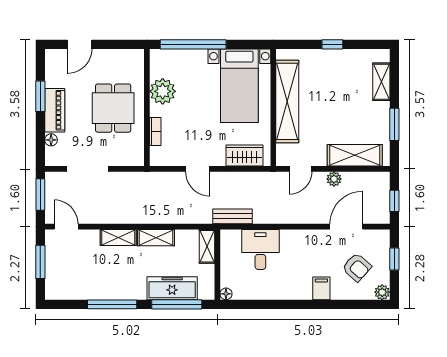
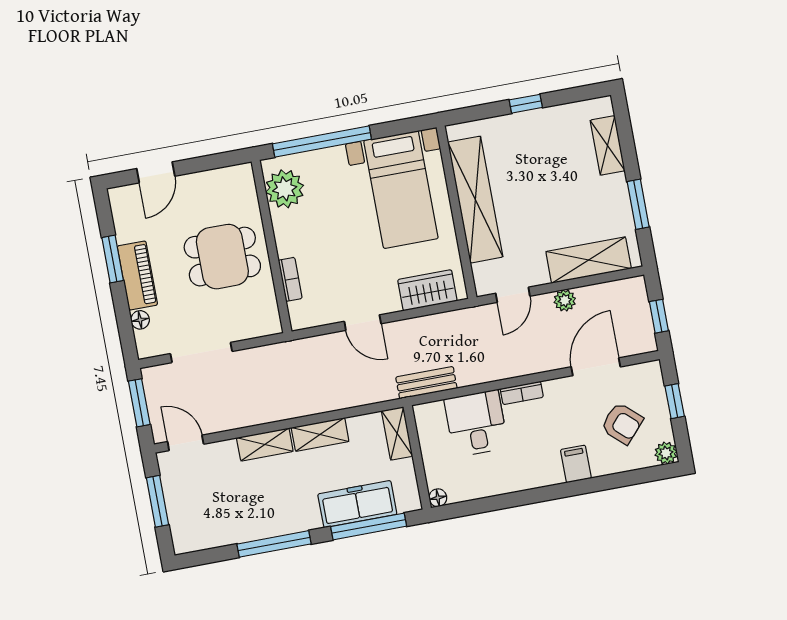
plant: (163, 91) -> (285, 189), moved
dining table: (113, 108) -> (222, 257), turned 90
bookcase: (294, 235) -> (522, 393), added

